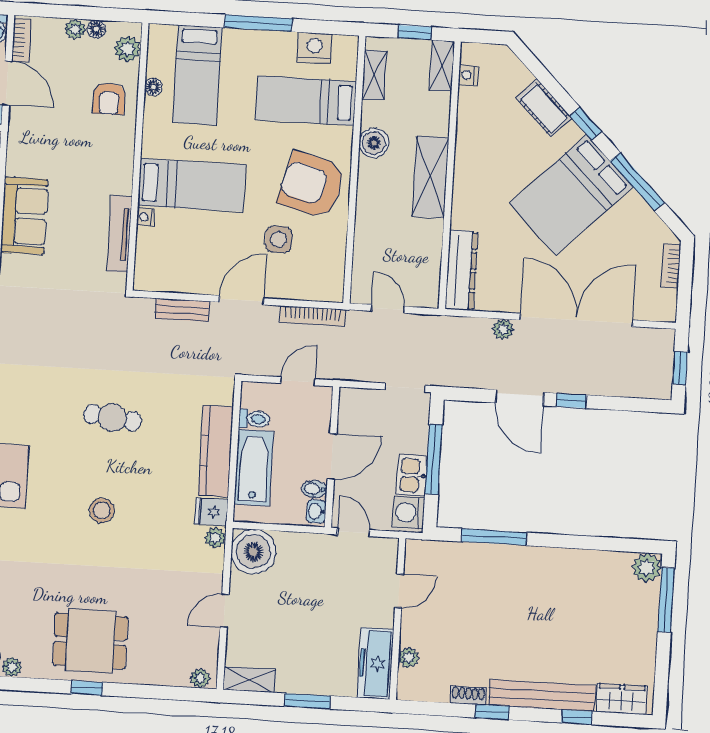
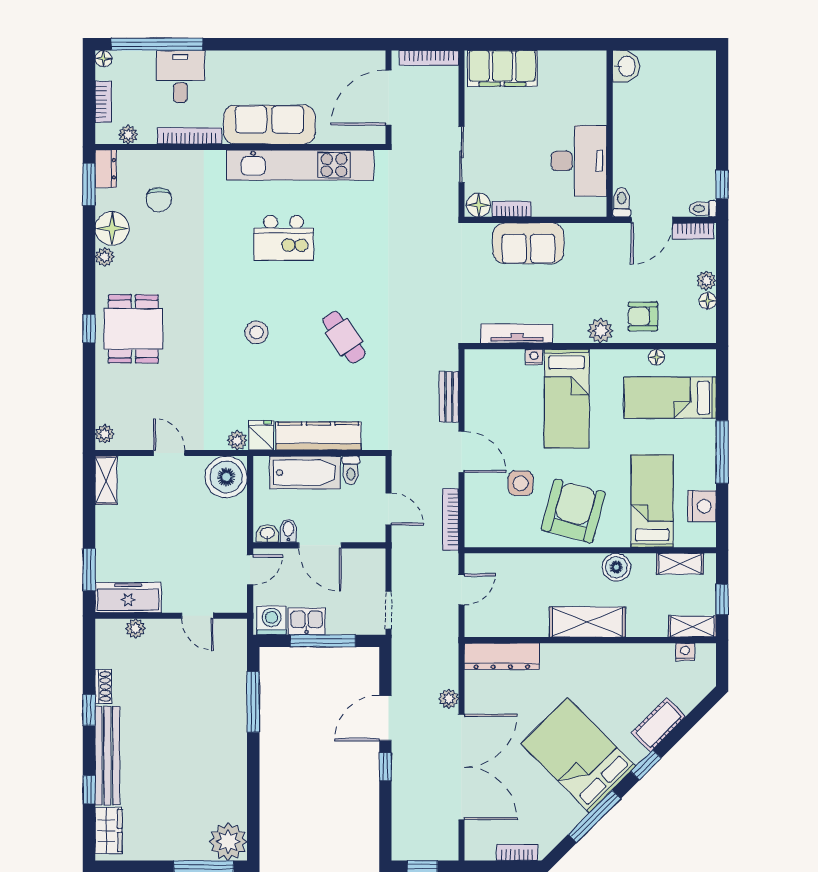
plant: (127, 49) -> (600, 331), moved
cafe table: (112, 418) -> (344, 337), turned -41
plant: (647, 568) -> (228, 842), width x1.36, depth x1.36
window: (307, 701) -> (89, 570), moved

